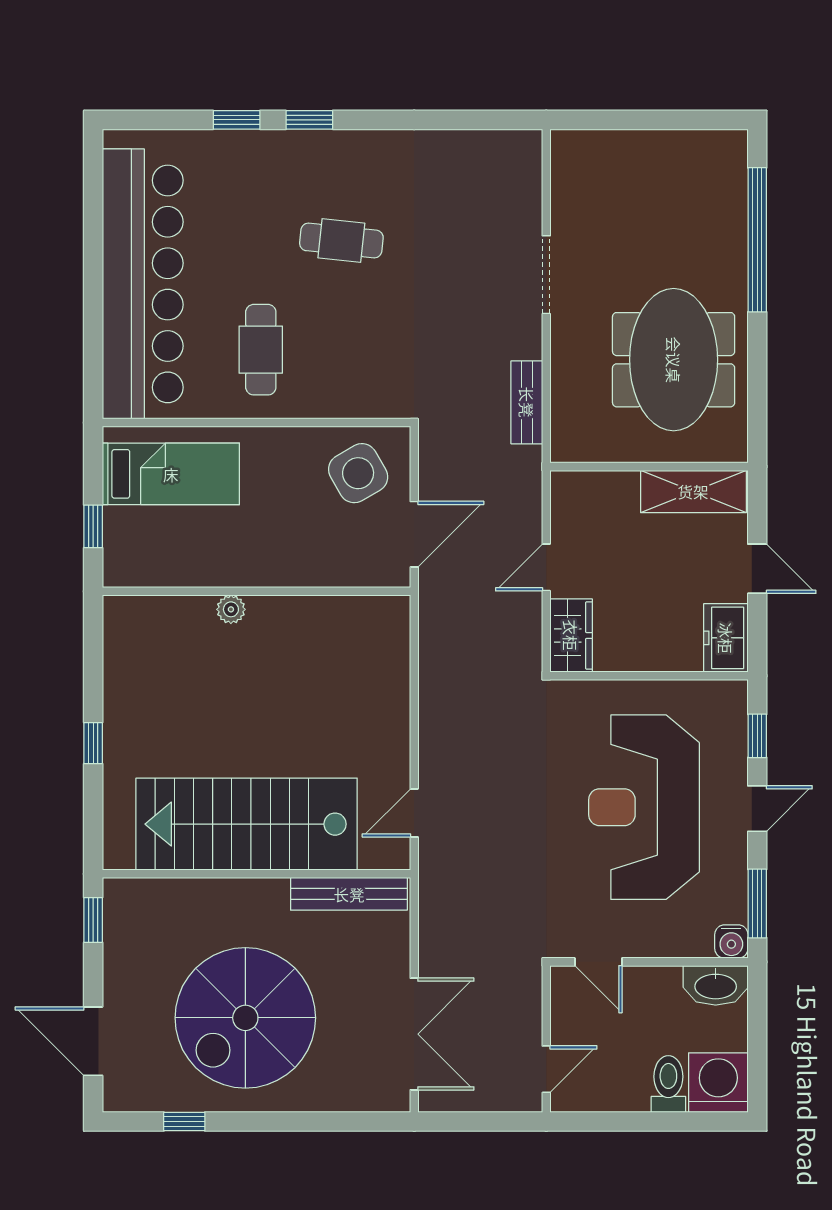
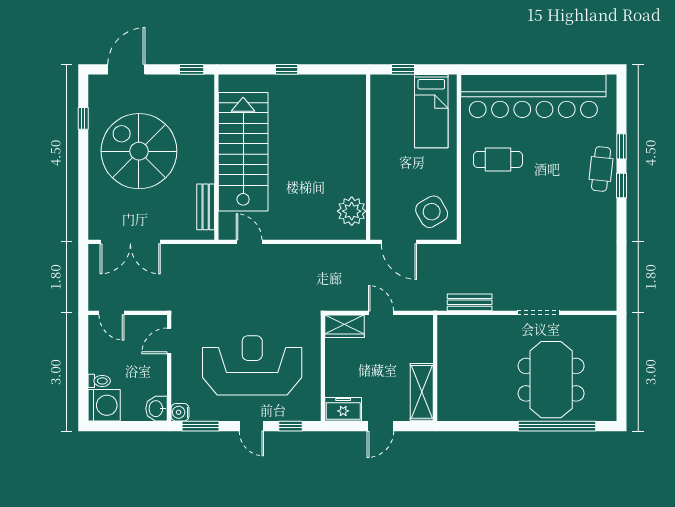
cafe table: (341, 240) -> (601, 169), moved
meeting table: (674, 360) -> (551, 380), moved, turned 90
plant: (231, 609) -> (352, 211), moved, width x1.88, depth x1.88
bench: (349, 894) -> (206, 207), width x0.73
washbasin: (716, 985) -> (156, 409), width x0.72
toilet: (668, 1084) -> (99, 381), width x0.73, depth x0.72

